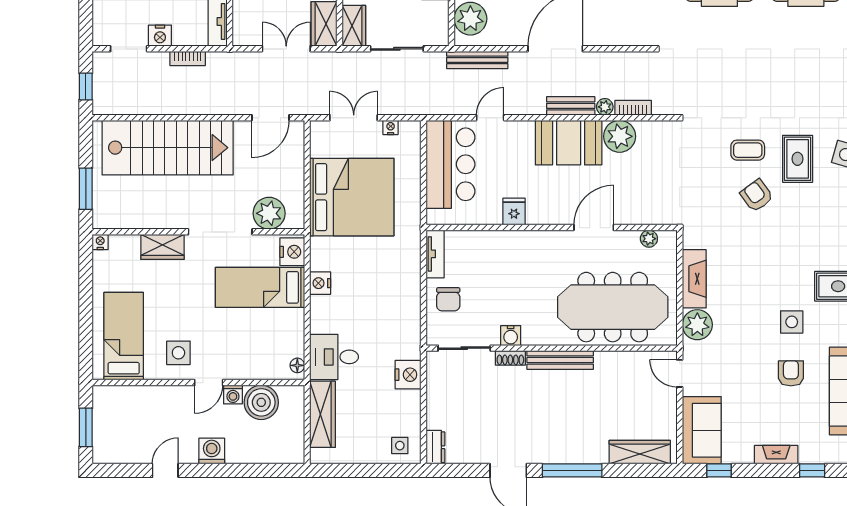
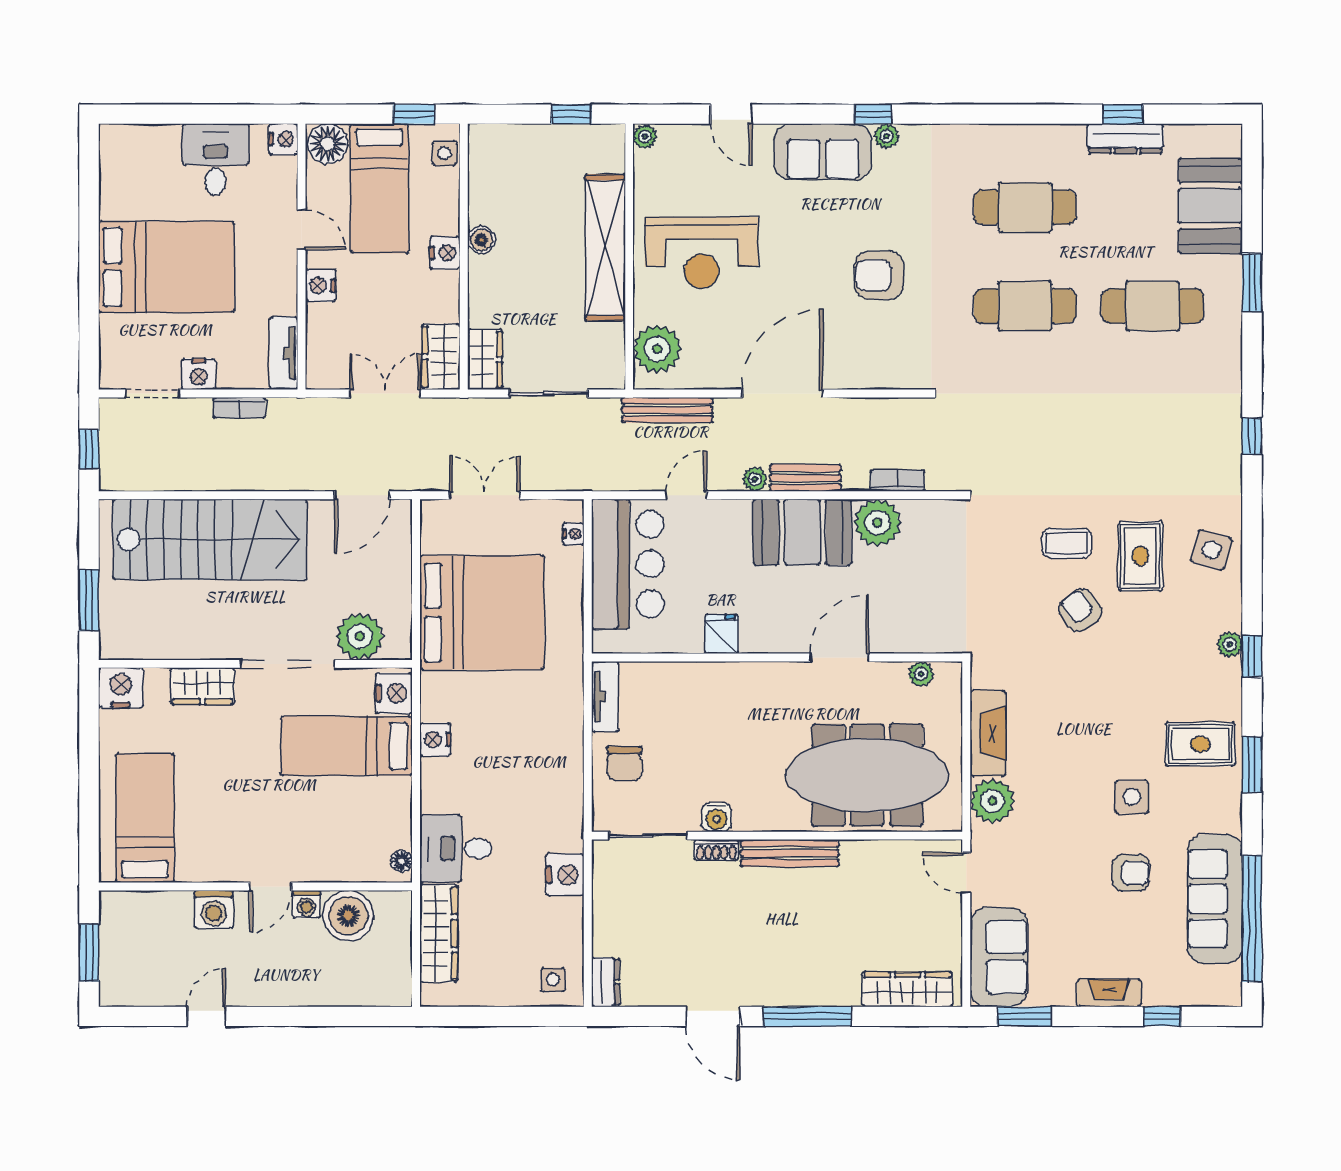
plant: (605, 107) -> (755, 479), moved
nightstand: (391, 127) -> (573, 534), moved, turned 90
nightstand: (100, 242) -> (121, 688), width x1.89, depth x1.79
side table: (178, 353) -> (226, 843), removed
armchair: (791, 373) -> (1131, 873), turned 90
washing machine: (212, 451) -> (214, 909), moved, turned 180
window: (719, 470) -> (1024, 1016), width x1.50

